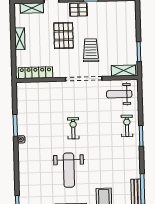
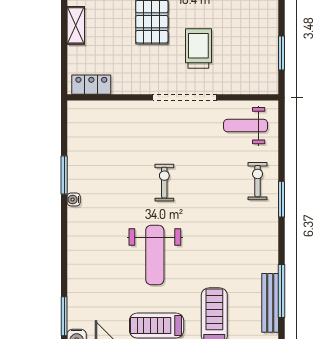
shelving: (124, 71) -> (254, 85), removed
locker: (35, 73) -> (91, 85), width x0.66

